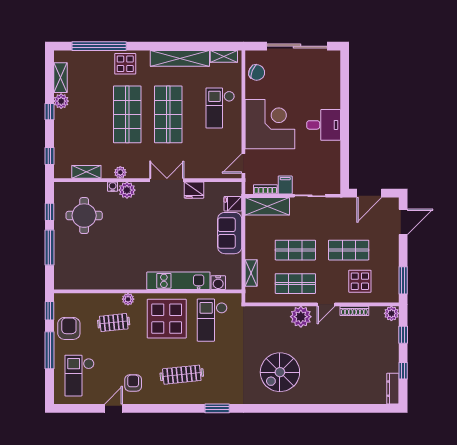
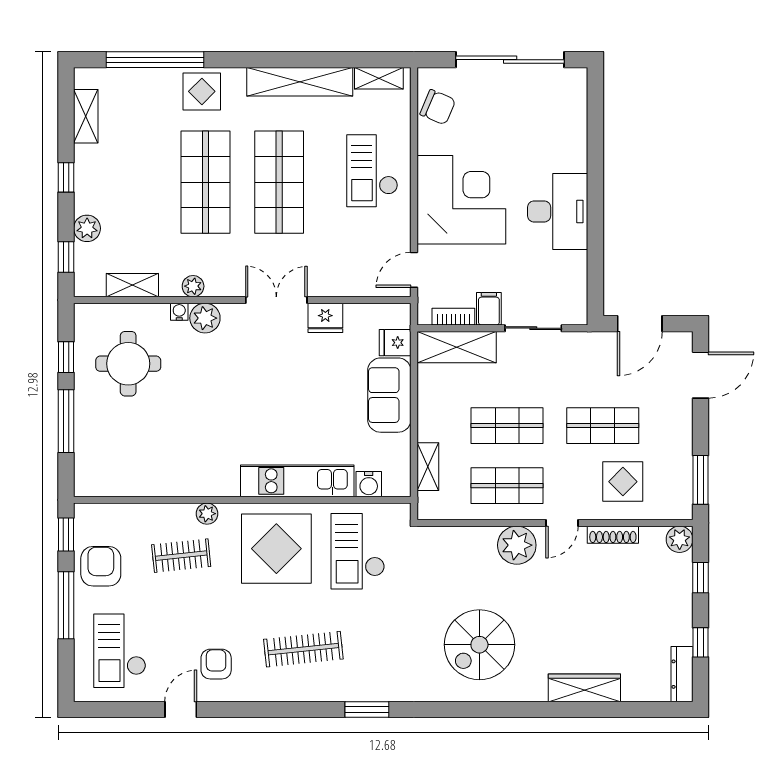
plant: (61, 101) -> (87, 228), moved
desk: (324, 125) -> (558, 211), width x1.37
wardrobe: (338, 396) -> (584, 688), added

